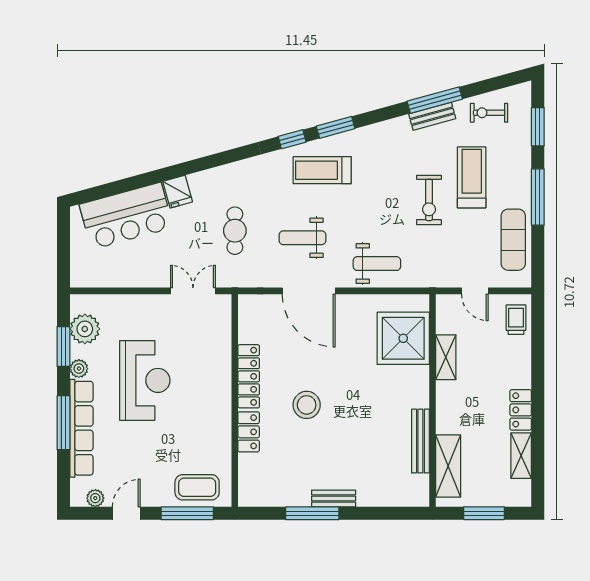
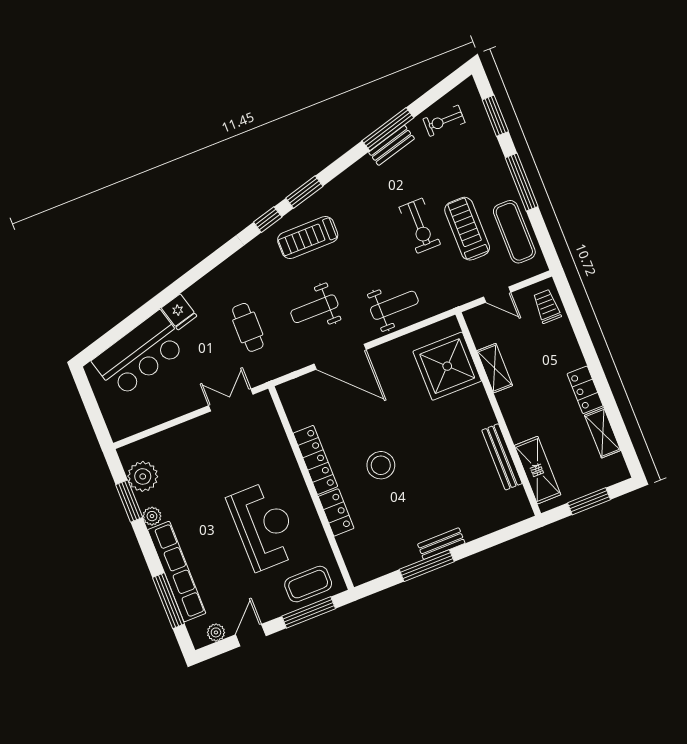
treadmill: (472, 177) -> (467, 229), moved
reception desk: (145, 380) -> (264, 526), moved
window: (63, 423) -> (169, 601), moved

